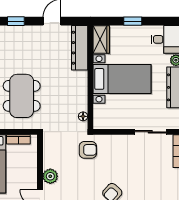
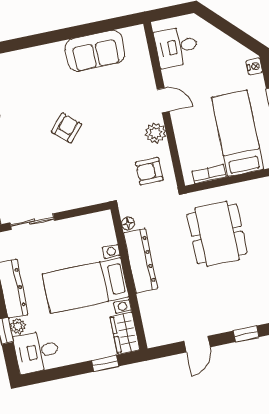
window: (133, 21) -> (105, 363), moved
dresser: (80, 48) -> (141, 261), moved
armchair: (88, 150) -> (149, 171), moved

